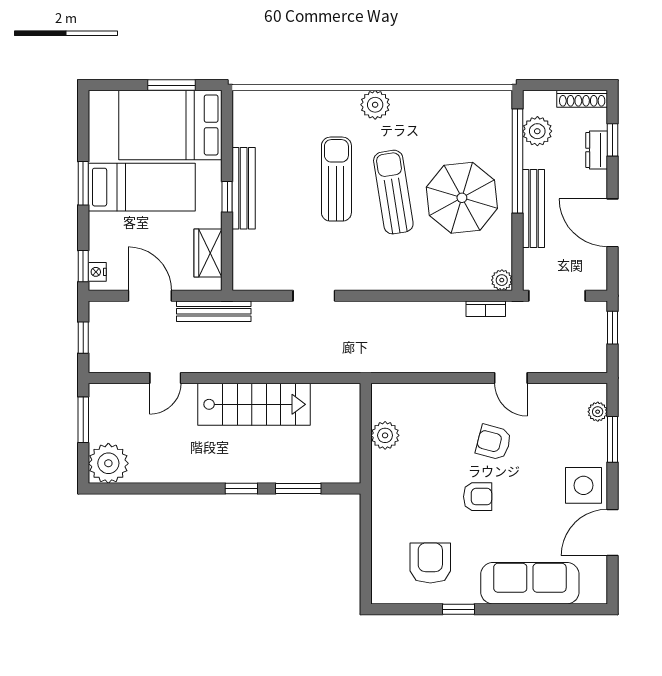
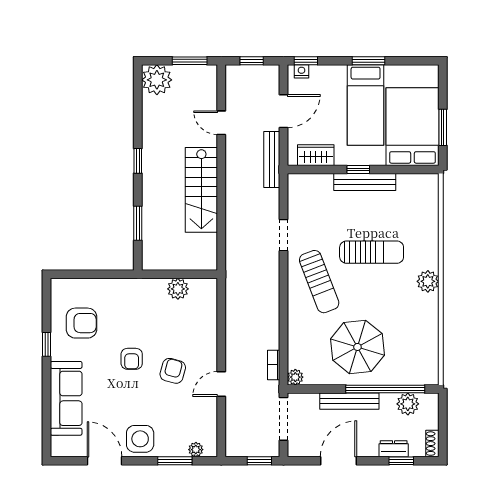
shoe rack: (582, 99) -> (432, 444), width x0.70
sun lounger: (393, 192) -> (319, 282), moved, turned 78
window: (241, 488) -> (138, 161), moved

